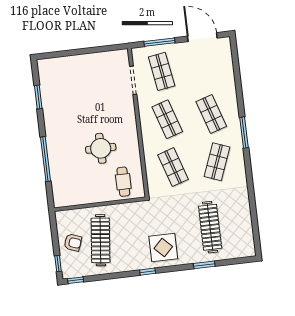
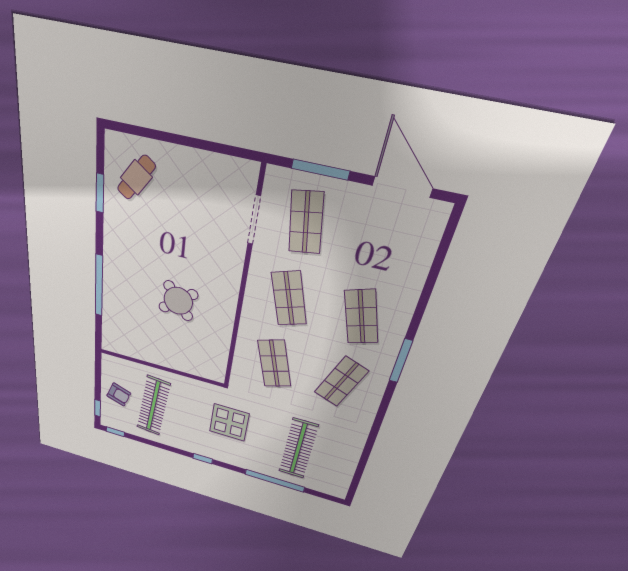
round table: (101, 148) -> (178, 301), turned -38
cafe table: (123, 182) -> (136, 177), moved, turned 35
display table: (163, 247) -> (229, 422), moved
window: (204, 265) -> (275, 481), width x2.11

